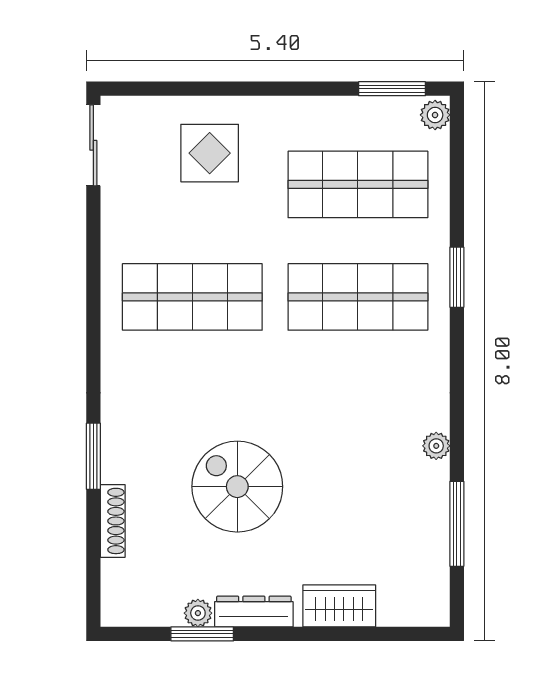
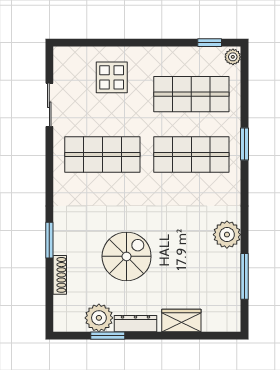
window: (392, 89) -> (210, 43), width x0.67
sliding door: (93, 145) -> (49, 105), moved
plant: (436, 446) -> (227, 235), width x1.88, depth x1.88
spiral stairs: (237, 487) -> (127, 256), turned 90
plant: (198, 613) -> (99, 318), width x1.88, depth x1.88

